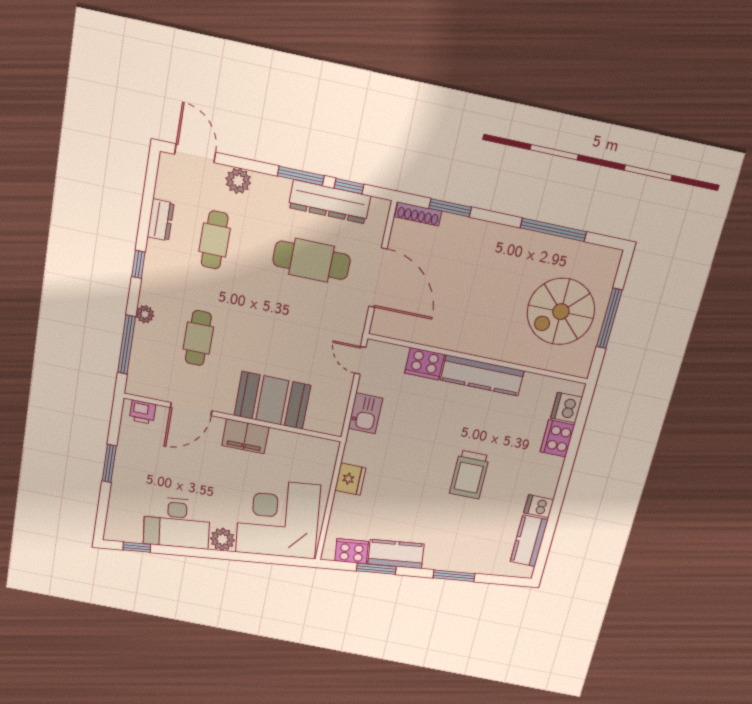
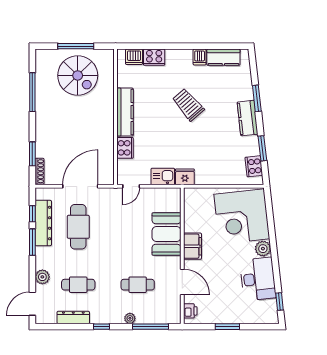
dresser: (161, 220) -> (73, 317), width x1.44
trolley: (469, 475) -> (188, 105), turned -131
fridge: (350, 479) -> (185, 177), moved
kitchen counter: (396, 554) -> (248, 118), moved

